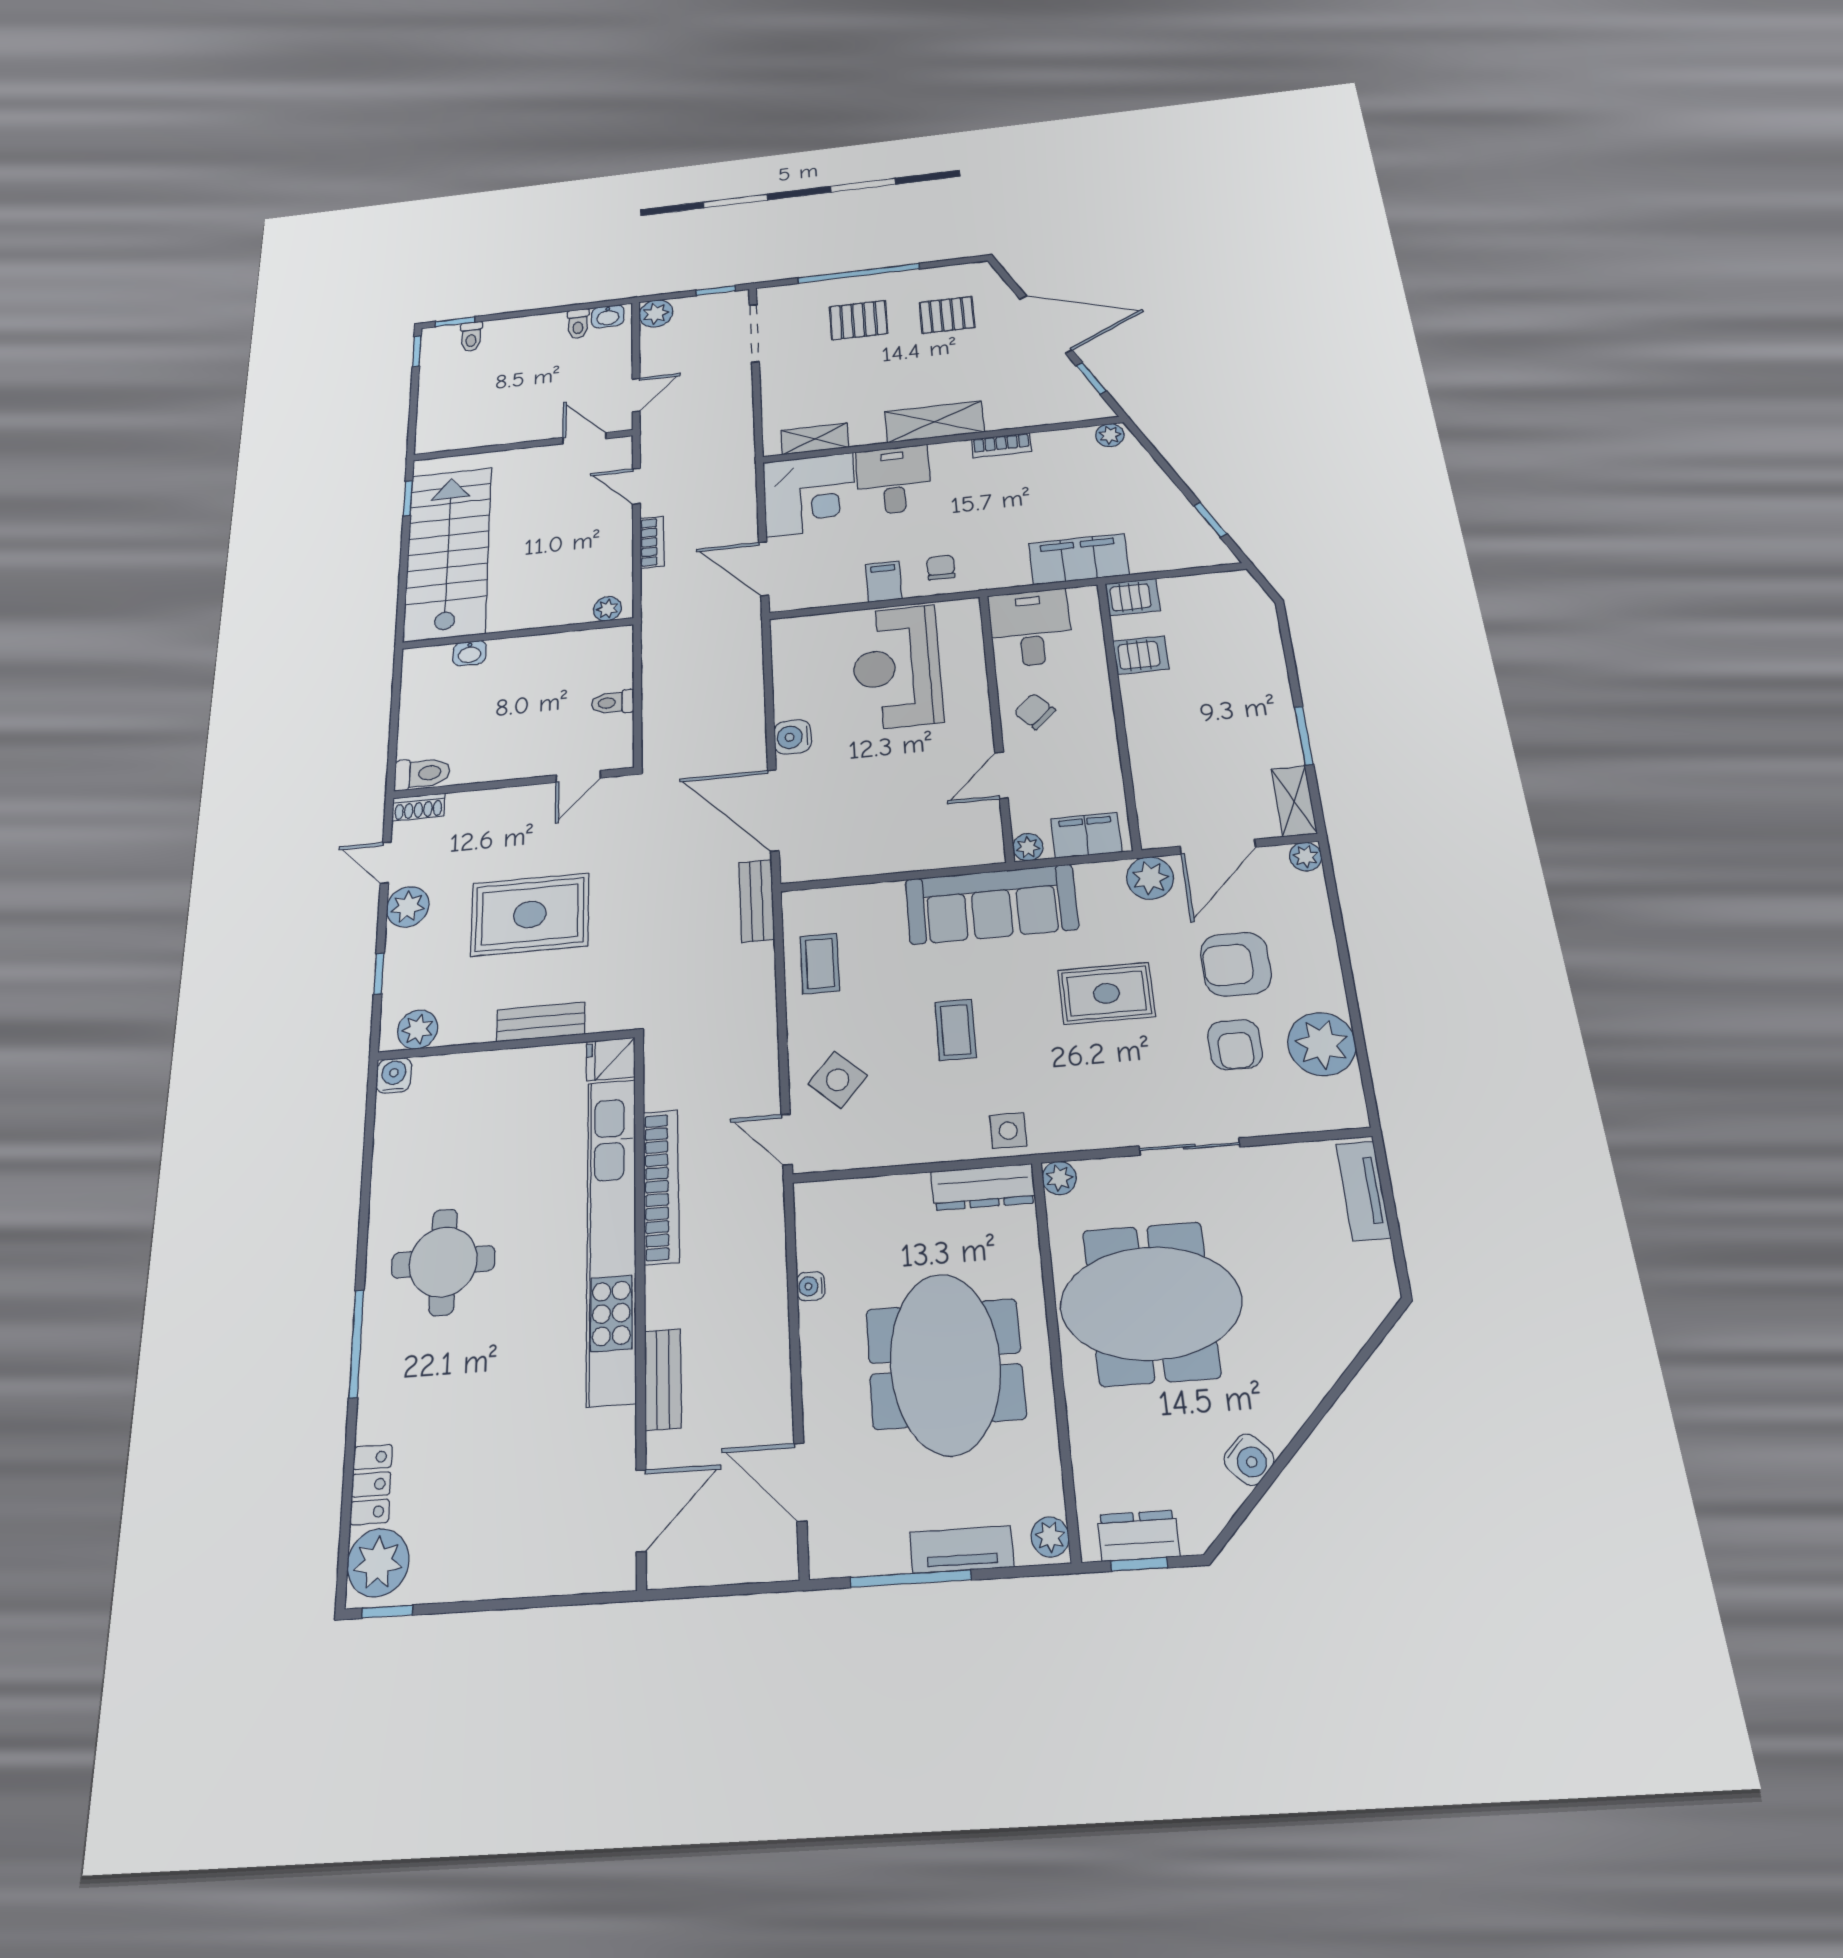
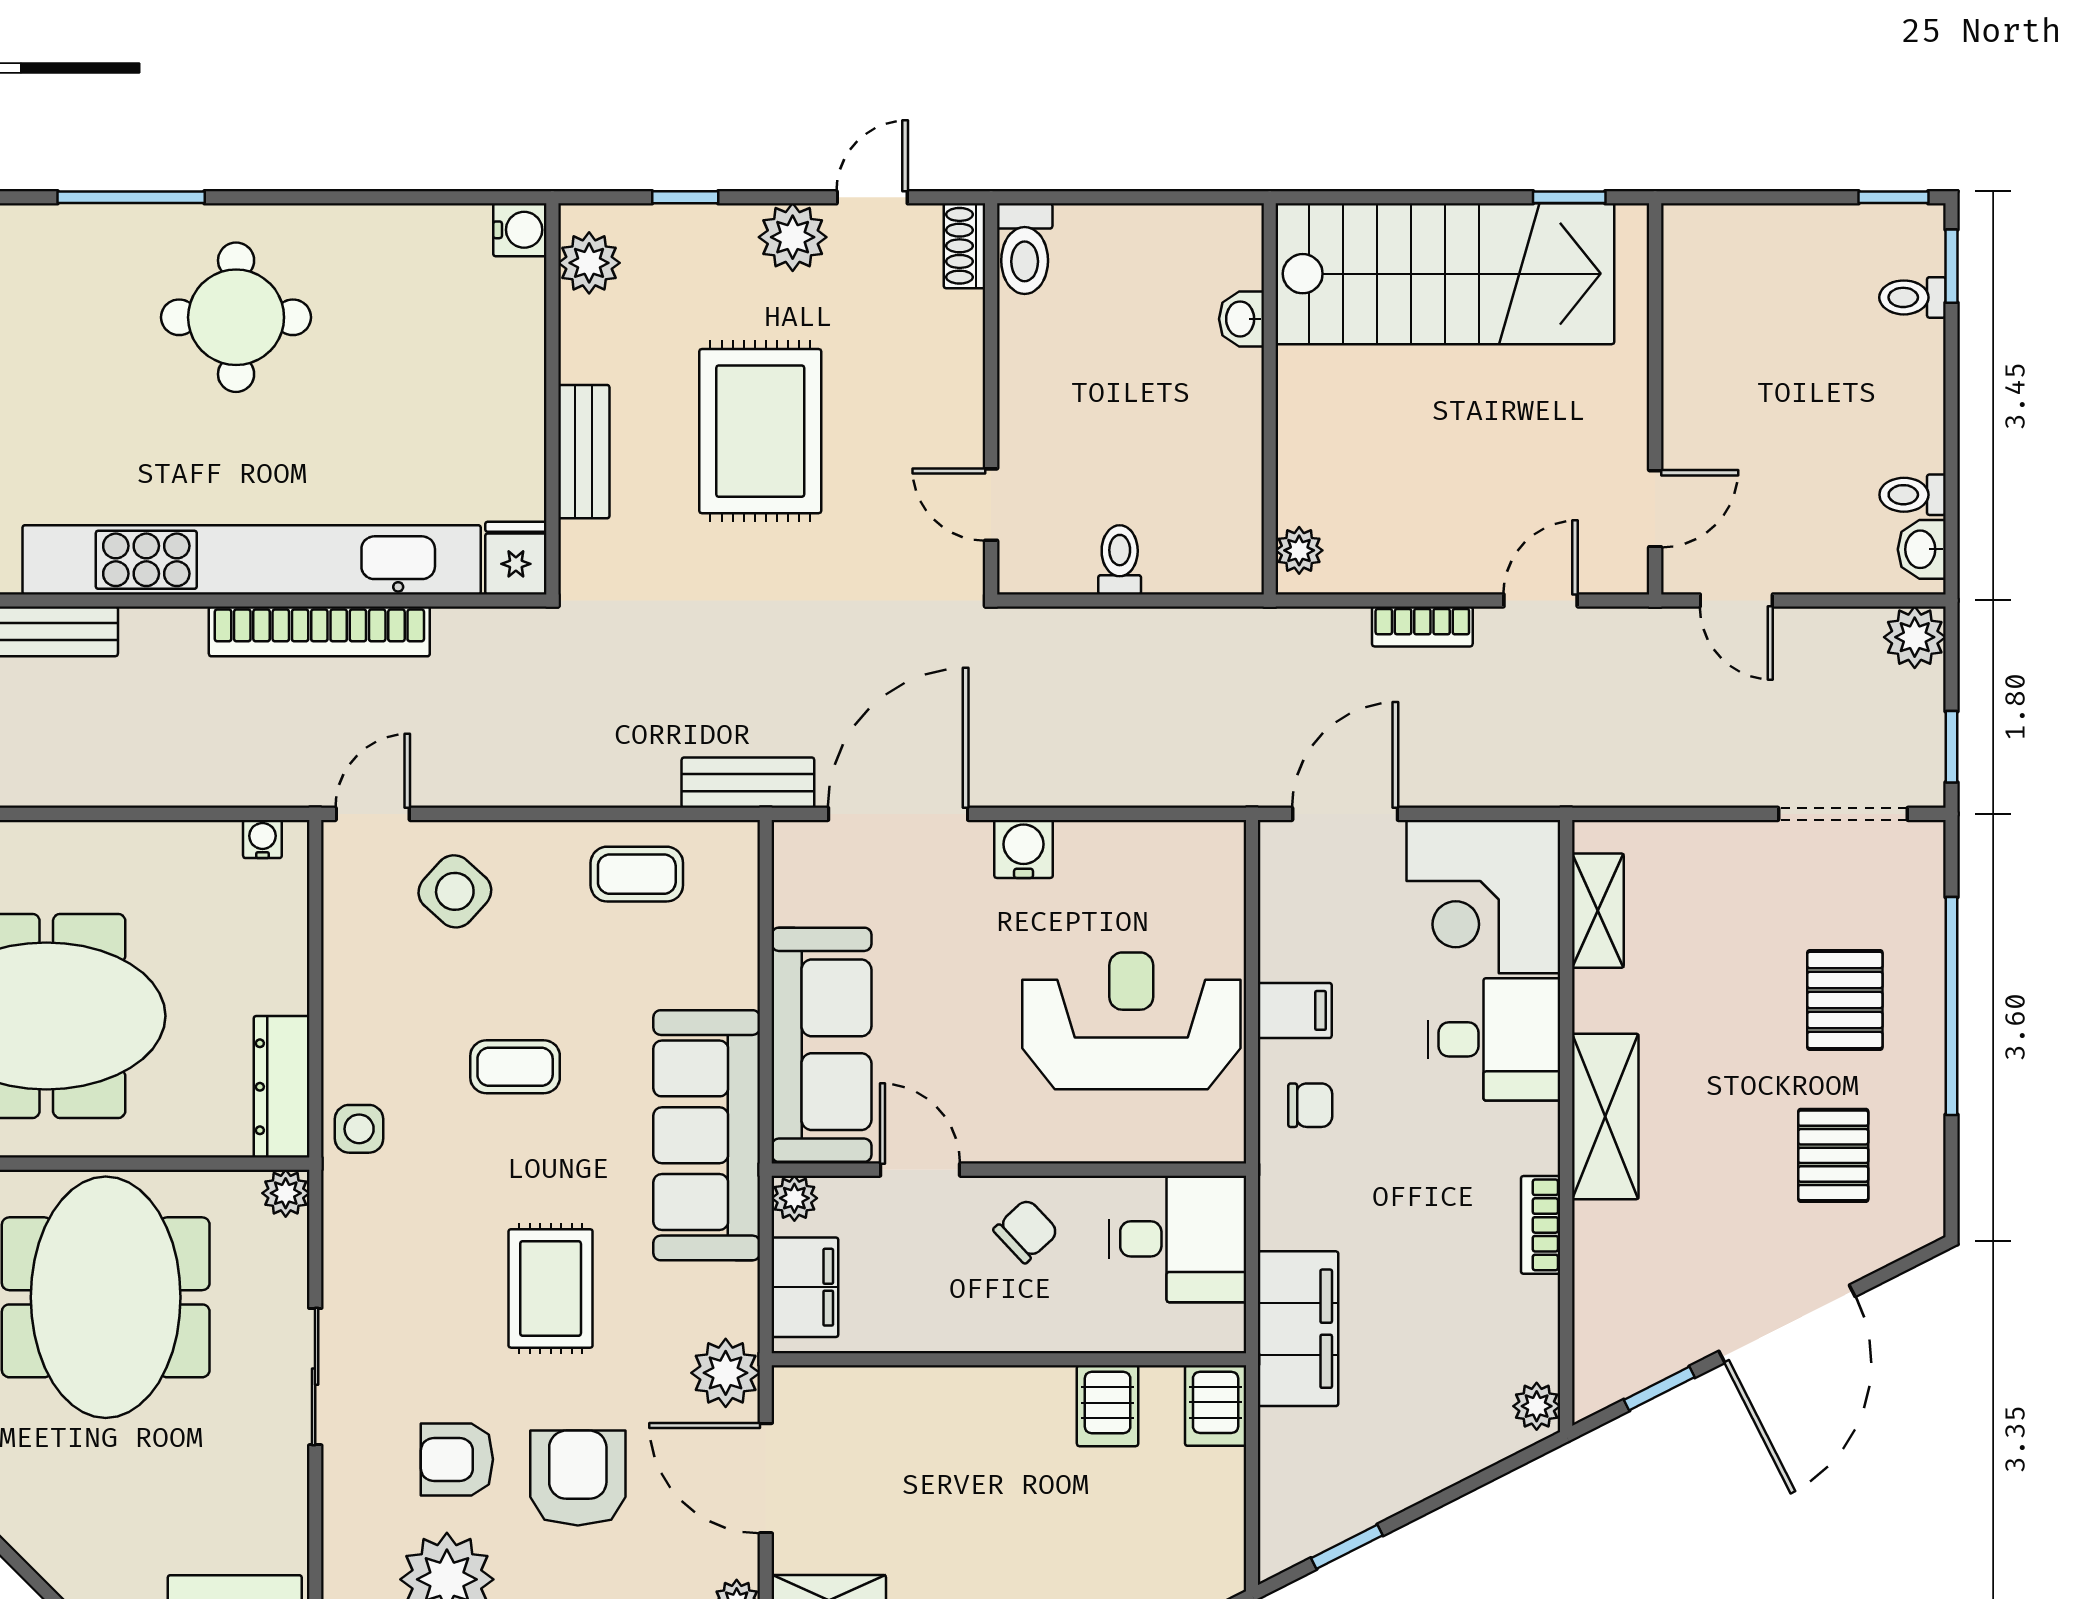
sofa: (925, 841) -> (822, 1045), added
water cooler: (811, 1286) -> (262, 839), moved

